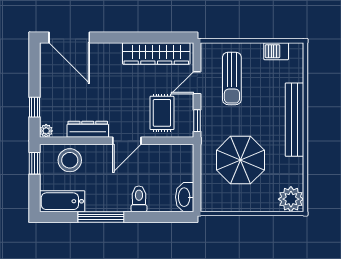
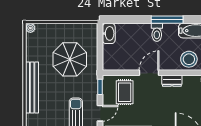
dresser: (88, 129) -> (172, 81), width x0.70
toilet: (139, 199) -> (157, 32), moved
plant: (291, 199) -> (30, 28), width x0.53, depth x0.53

